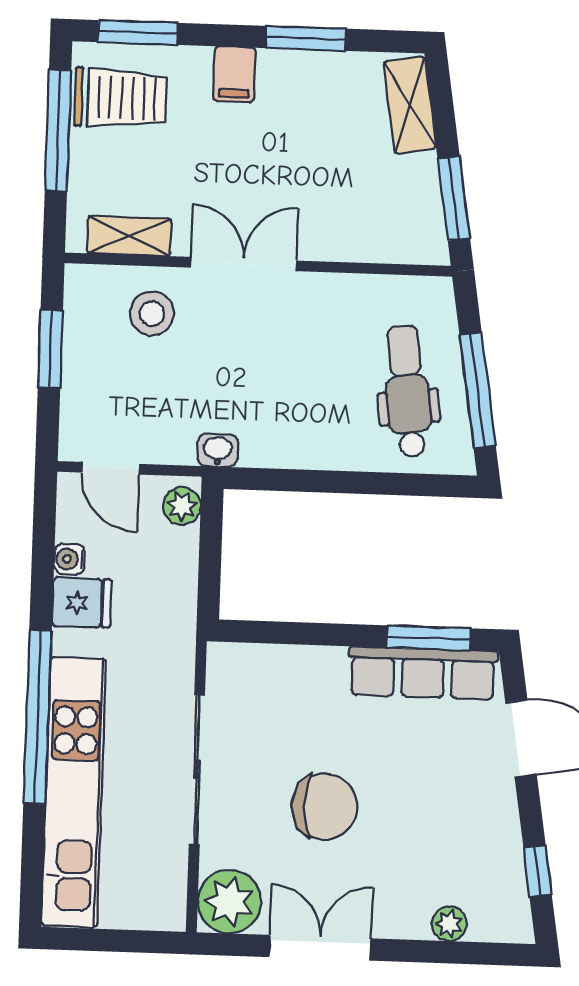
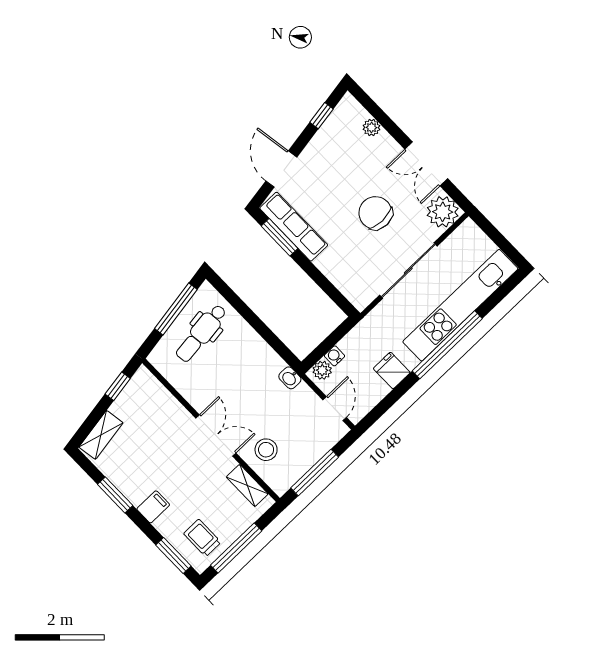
trolley: (121, 98) -> (202, 538), width x0.73, depth x0.72
window: (454, 198) -> (118, 386), width x0.67
double door: (244, 264) -> (216, 436), swing flipped
window: (50, 349) -> (315, 472), width x1.44
water cooler: (69, 559) -> (334, 356), moved, turned 180

